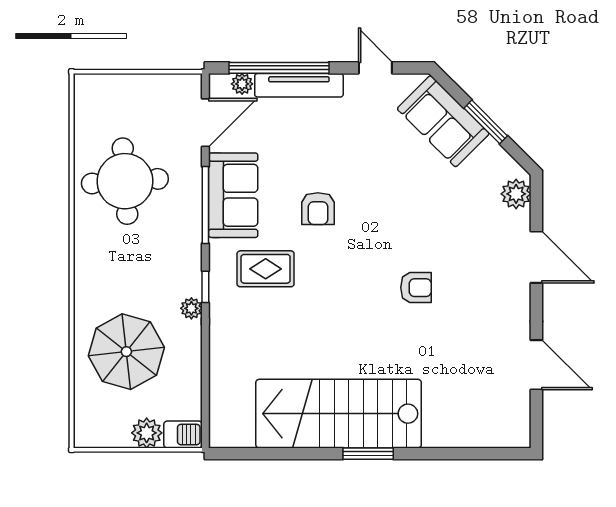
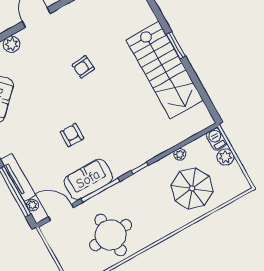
armchair: (318, 209) -> (72, 135), turned -90
rug: (266, 269) -> (115, 144), removed
armchair: (416, 288) -> (83, 67), turned -96
plant: (191, 308) -> (180, 154), moved

